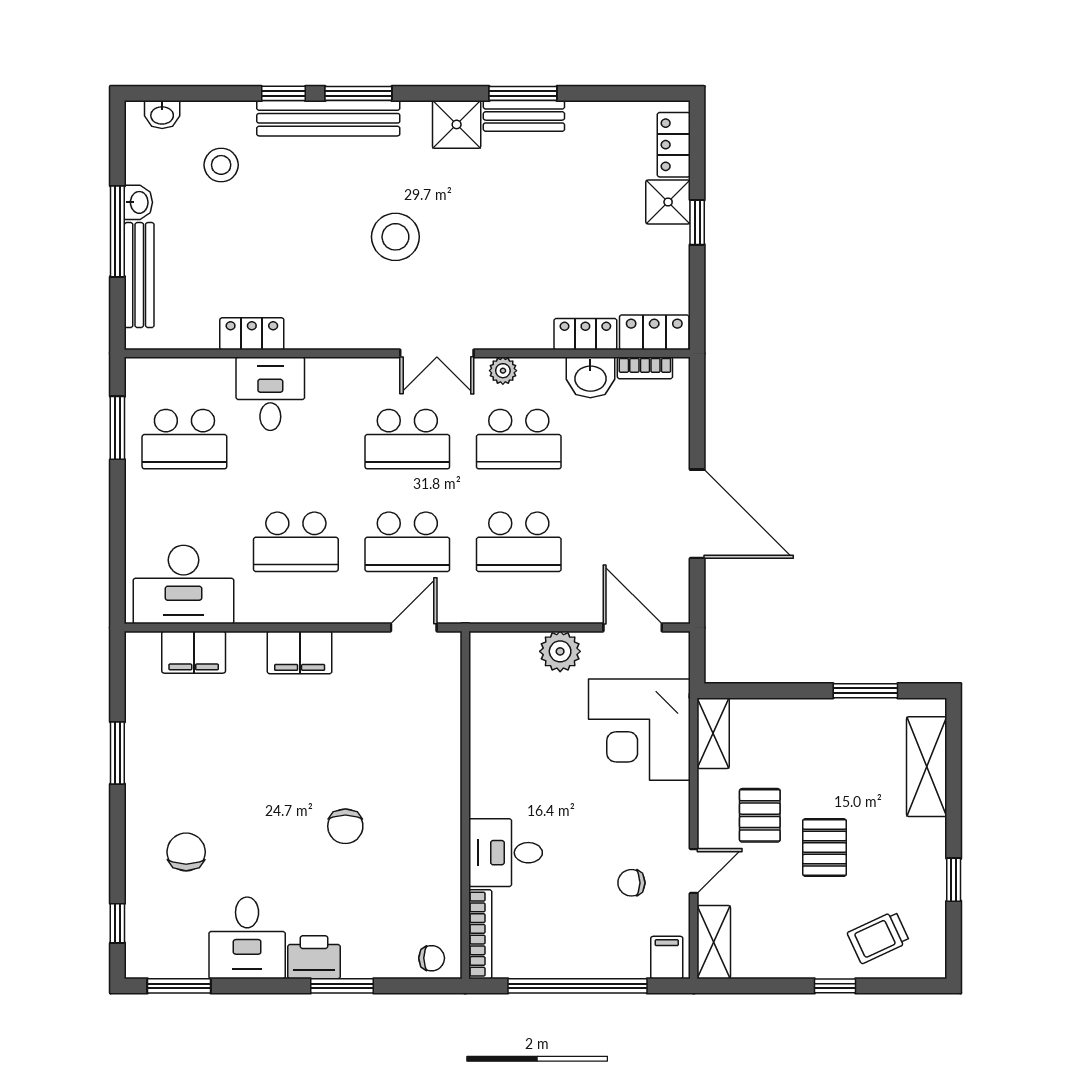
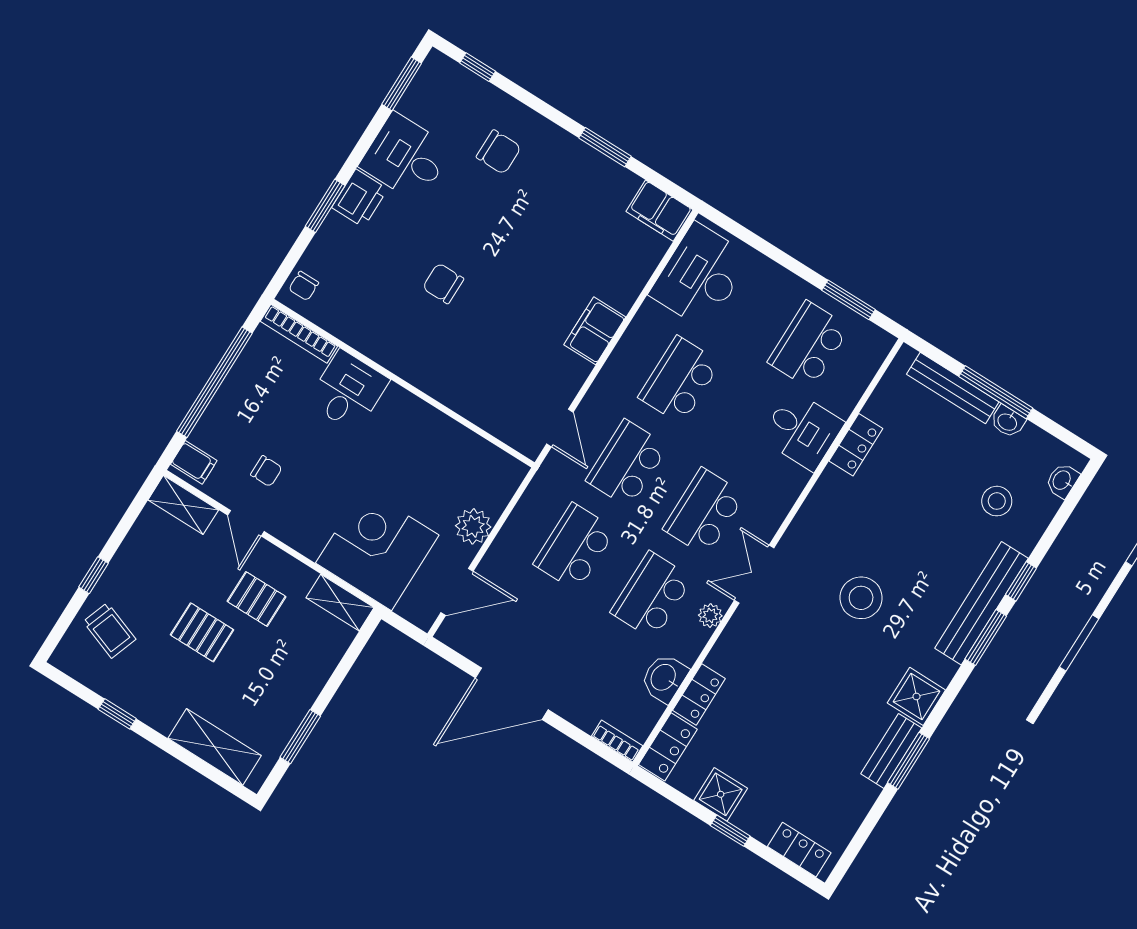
shower: (668, 202) -> (721, 794), moved
bookcase: (645, 368) -> (617, 741), moved, turned 90
filing cabinet: (194, 652) -> (659, 211), moved, turned -90
chair: (631, 883) -> (266, 471), turned 90
trolley: (878, 937) -> (109, 630), turned 135

